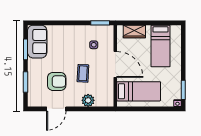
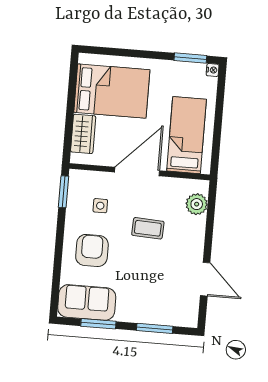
bed: (160, 46) -> (112, 91), width x1.50
armchair: (57, 81) -> (92, 250), moved
plant: (88, 100) -> (197, 204), moved

